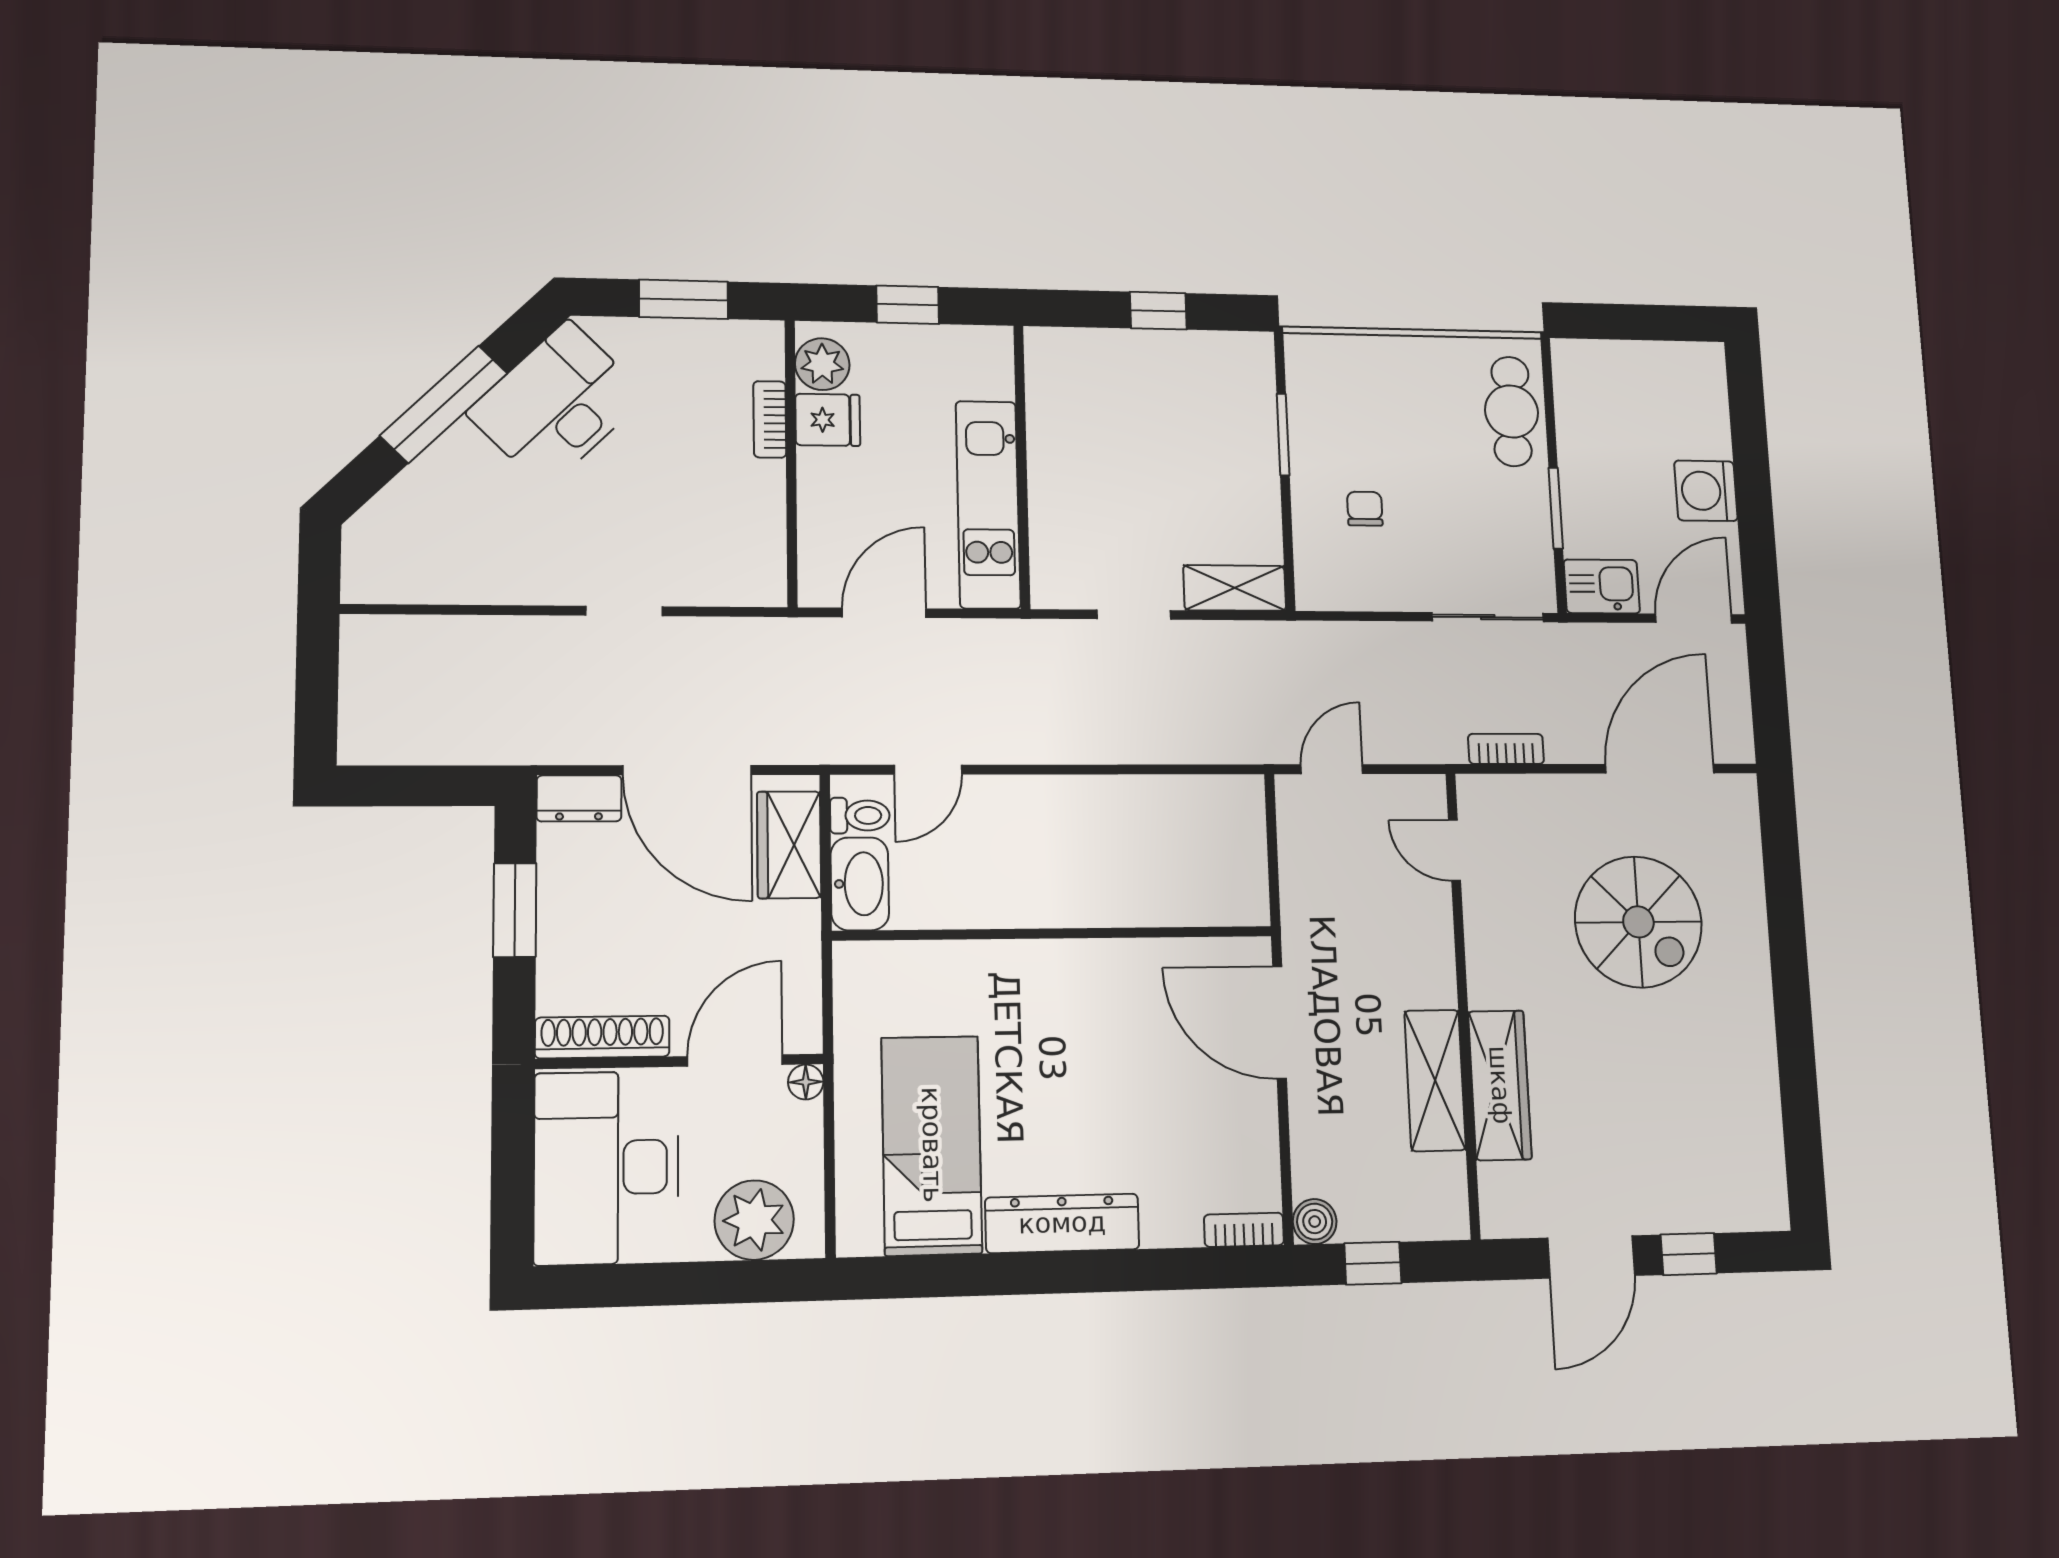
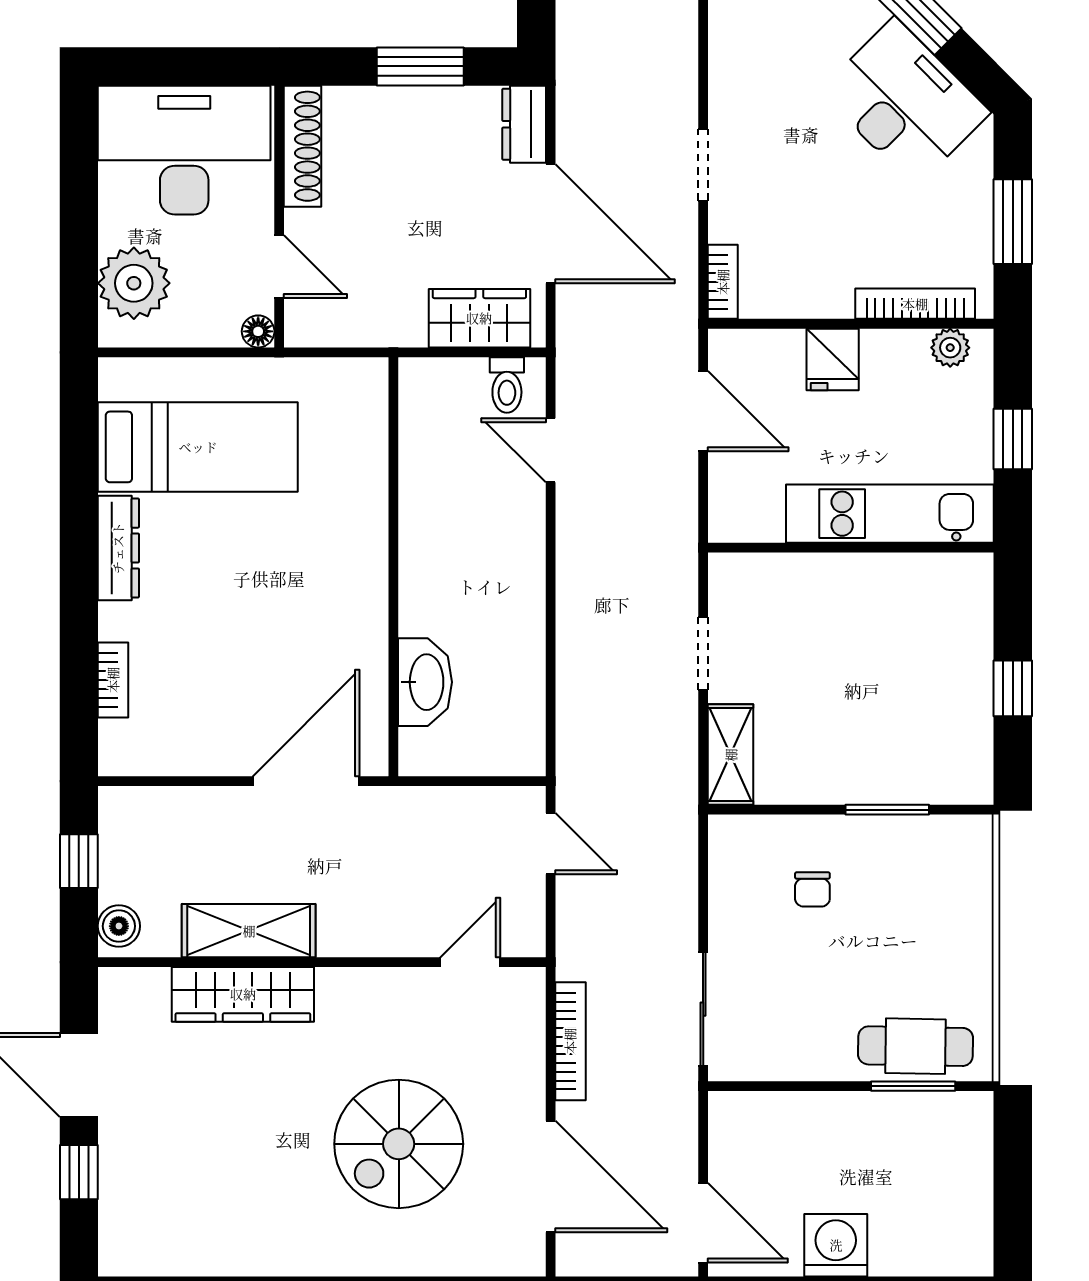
plant: (822, 364) -> (950, 348), width x0.73, depth x0.73
bookcase: (770, 419) -> (915, 304), width x1.56
fridge: (828, 420) -> (833, 359), moved
kitchen unit: (988, 504) -> (890, 514), moved
window: (1556, 508) -> (913, 1086), moved
chair: (1365, 509) -> (812, 889), turned 90
kitchen sink: (1602, 586) -> (735, 1129), removed
bookcase: (748, 592) -> (723, 282), added
bookcase: (1506, 749) -> (570, 1041), width x1.56
door: (687, 770) -> (551, 224), swing flipped
washbasin: (860, 884) -> (425, 682), moved, turned -90
door: (735, 1060) -> (279, 267), width x0.73
boiler: (1315, 1222) -> (119, 926), moved
dresser: (1062, 1223) -> (118, 548), width x0.73, depth x0.80
bookcase: (1244, 1230) -> (113, 680), moved

